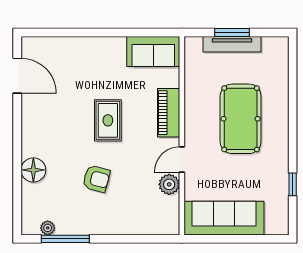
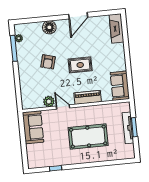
fireplace: (48, 47) -> (116, 28), added
door: (17, 76) -> (78, 16), moved
sofa: (224, 218) -> (33, 127), width x0.73

